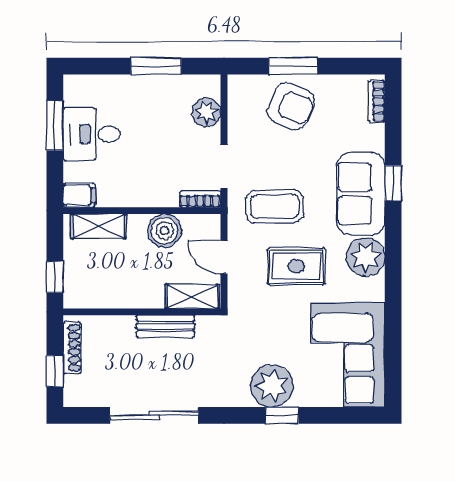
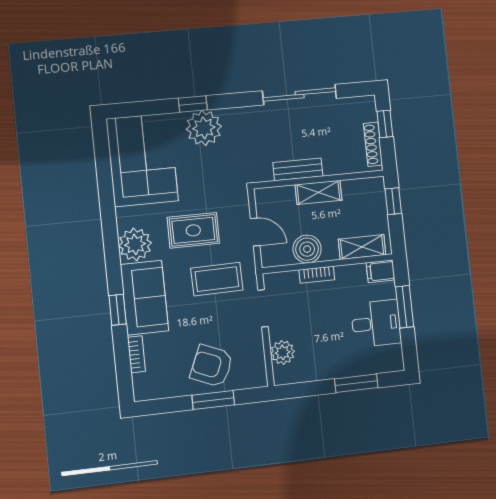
window: (156, 66) -> (356, 383), moved
bookcase: (377, 101) -> (136, 354), moved
window: (55, 126) -> (405, 307), moved
bookcase: (200, 199) -> (317, 275), moved
shelving: (192, 296) -> (318, 192), moved

